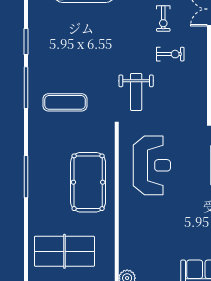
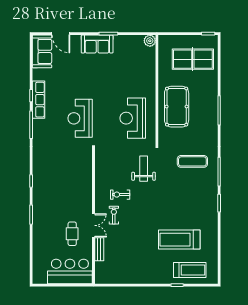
exercise bike: (163, 19) -> (114, 215), moved

